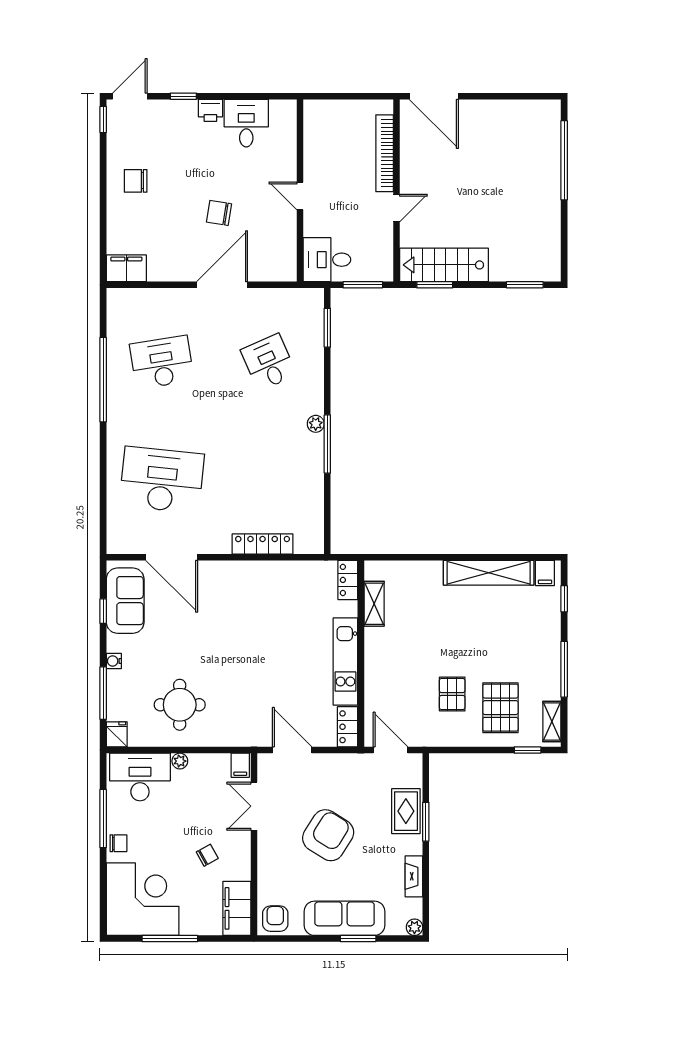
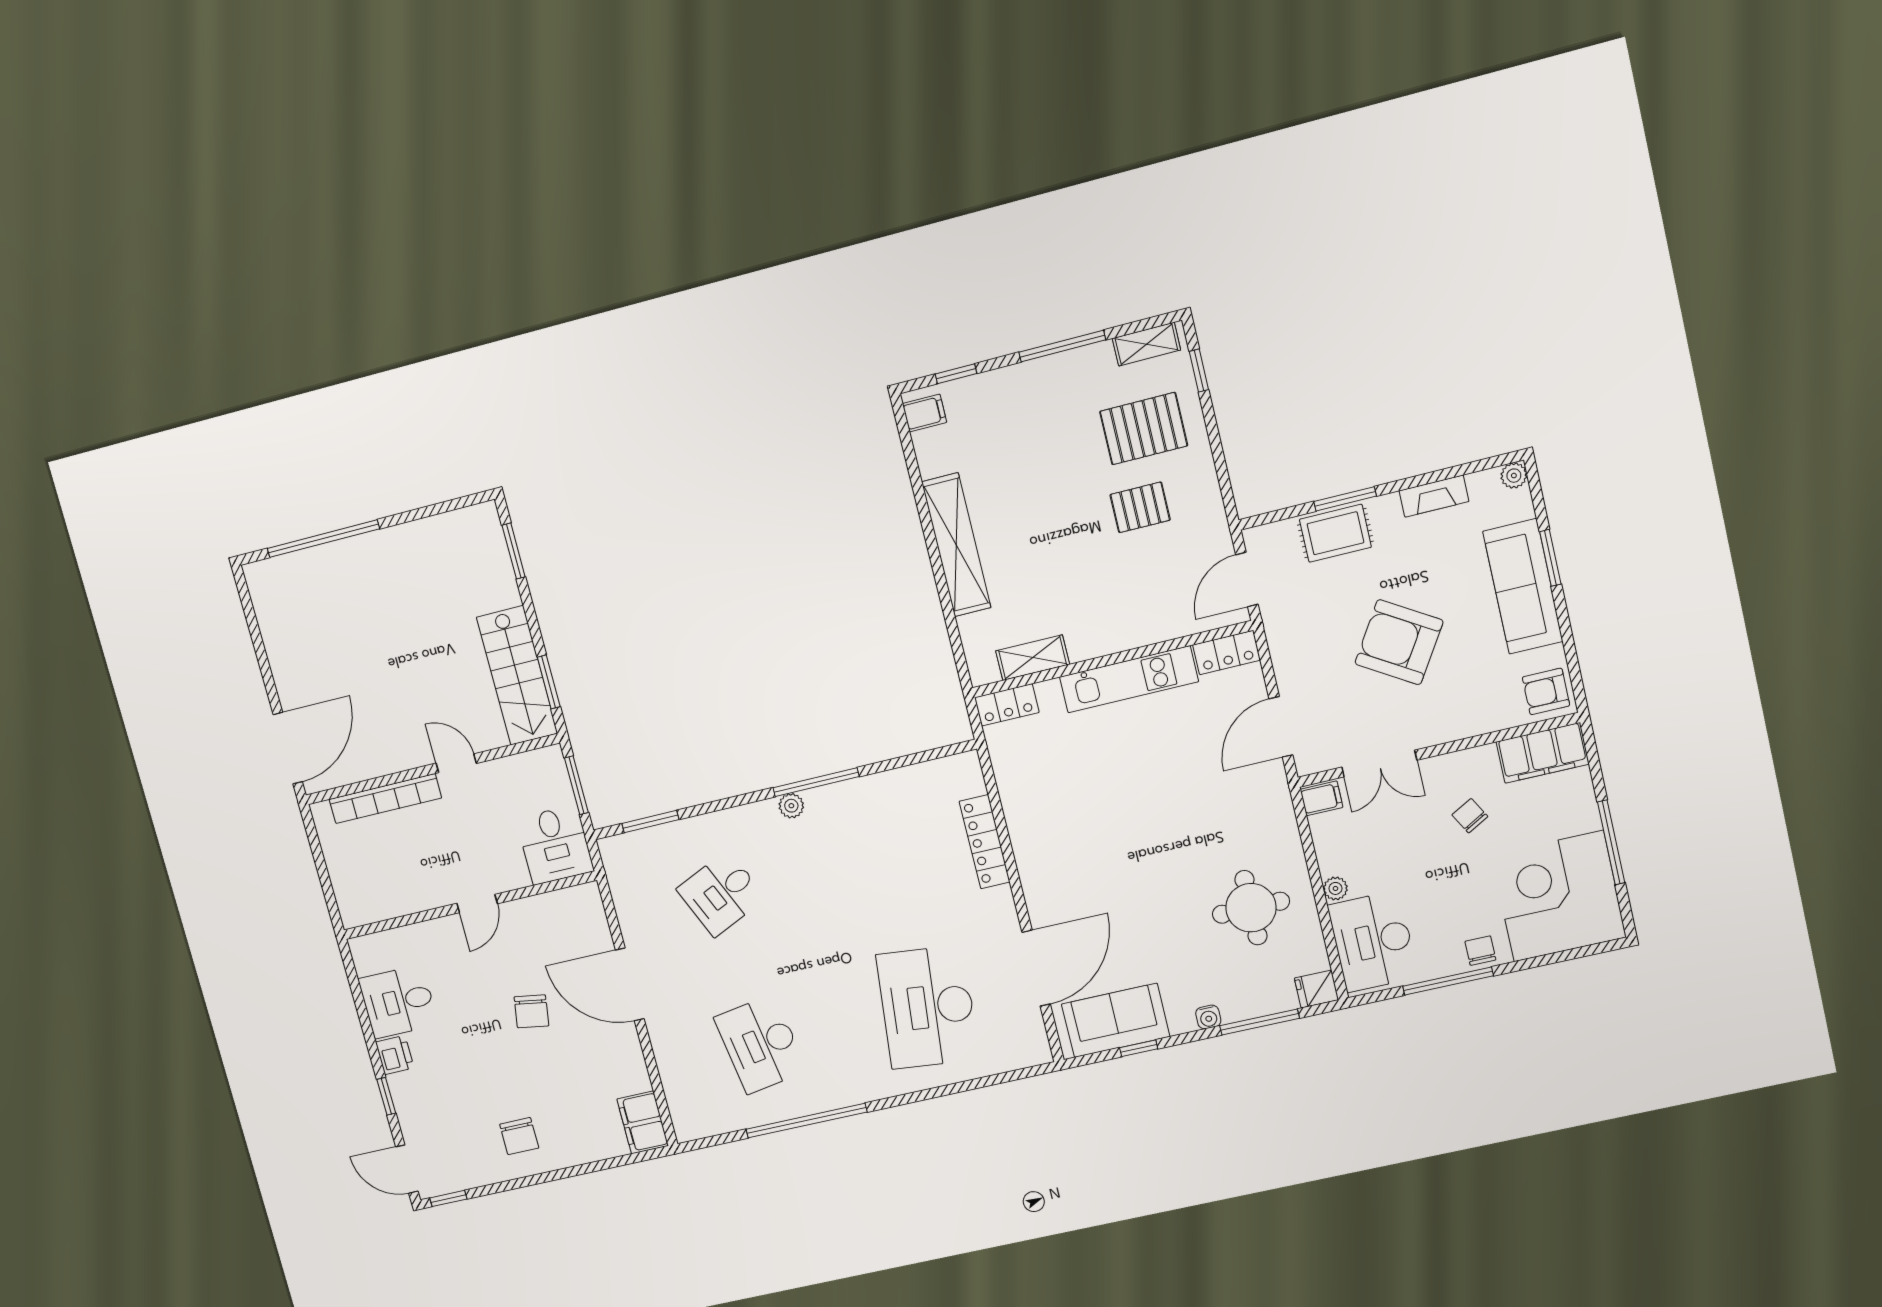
shelving: (489, 573) -> (956, 545), moved

